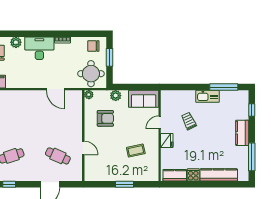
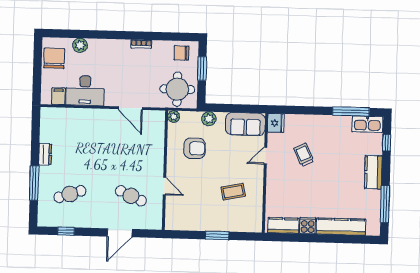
desk: (39, 48) -> (85, 91), moved, turned 180
kitchen sink: (207, 96) -> (367, 124), moved
fridge: (167, 140) -> (276, 123), moved

